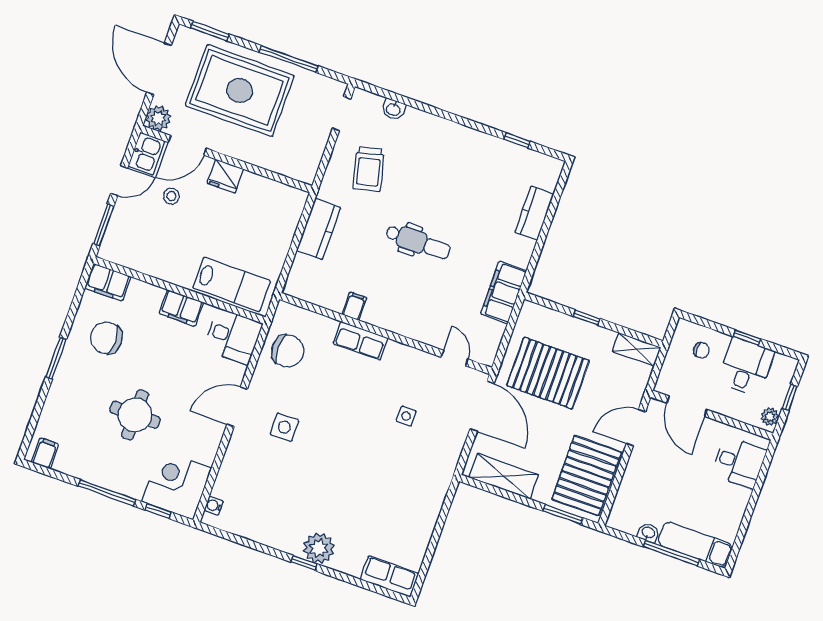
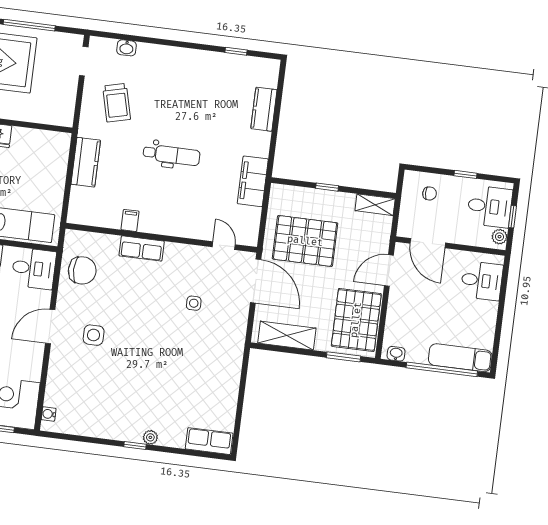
desk: (746, 367) -> (490, 206), moved, turned 90
washbasin: (648, 533) -> (396, 354), moved
plant: (319, 548) -> (150, 437), width x0.53, depth x0.53
window: (671, 553) -> (442, 369), width x1.46

